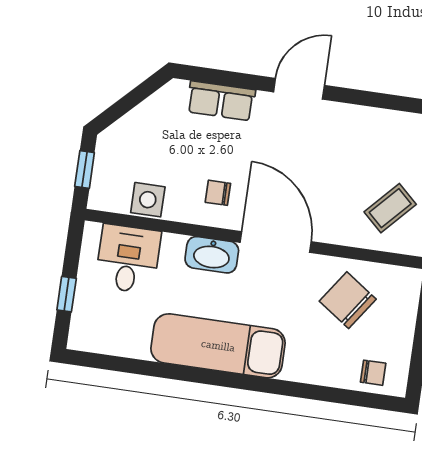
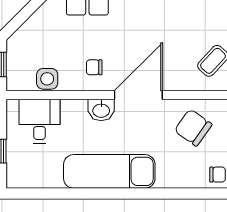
door: (276, 242) -> (138, 95), hinge flipped
washbasin: (212, 255) -> (101, 110), width x0.72

